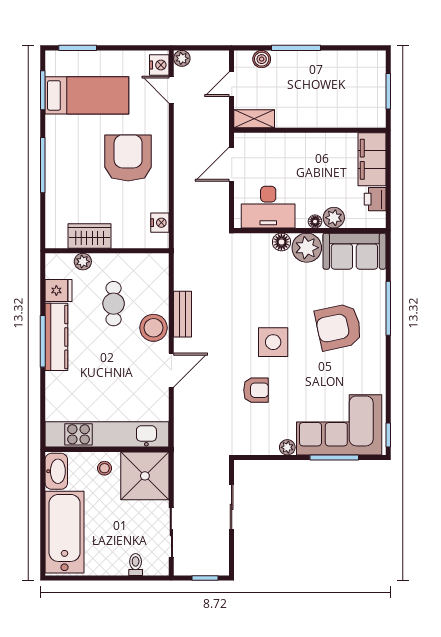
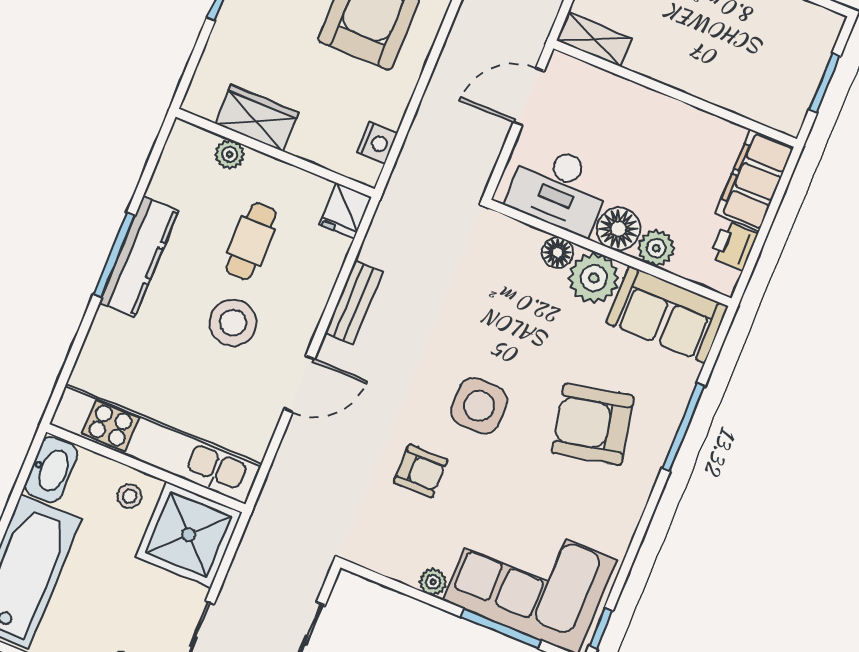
floor lamp: (315, 222) -> (618, 229), width x1.89, depth x1.89
fridge: (59, 290) -> (345, 211), moved, turned 90
stool: (154, 328) -> (233, 323), moved

